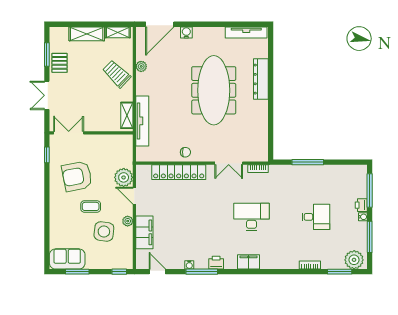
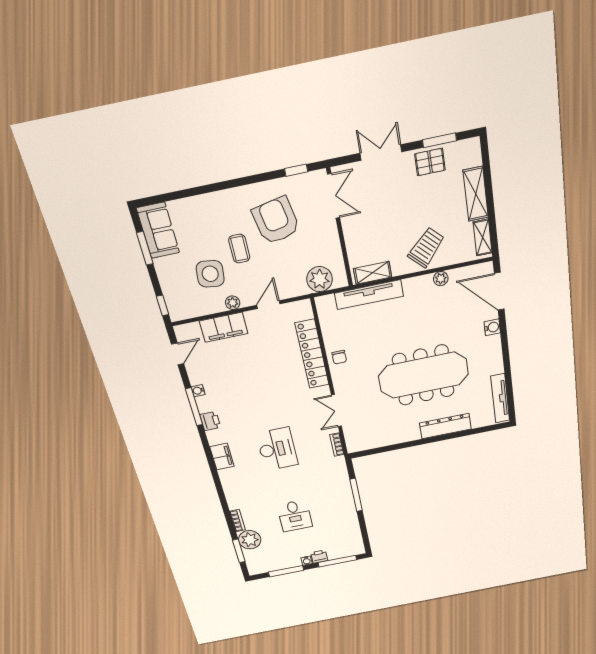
plant: (124, 177) -> (320, 279), moved
plant: (354, 260) -> (250, 540), moved

